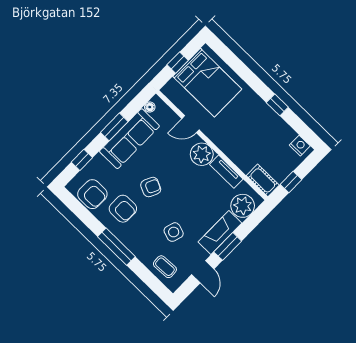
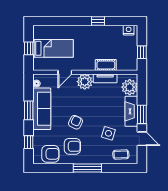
bed: (207, 83) -> (53, 48), width x0.67
cot: (263, 180) -> (106, 65), moved

